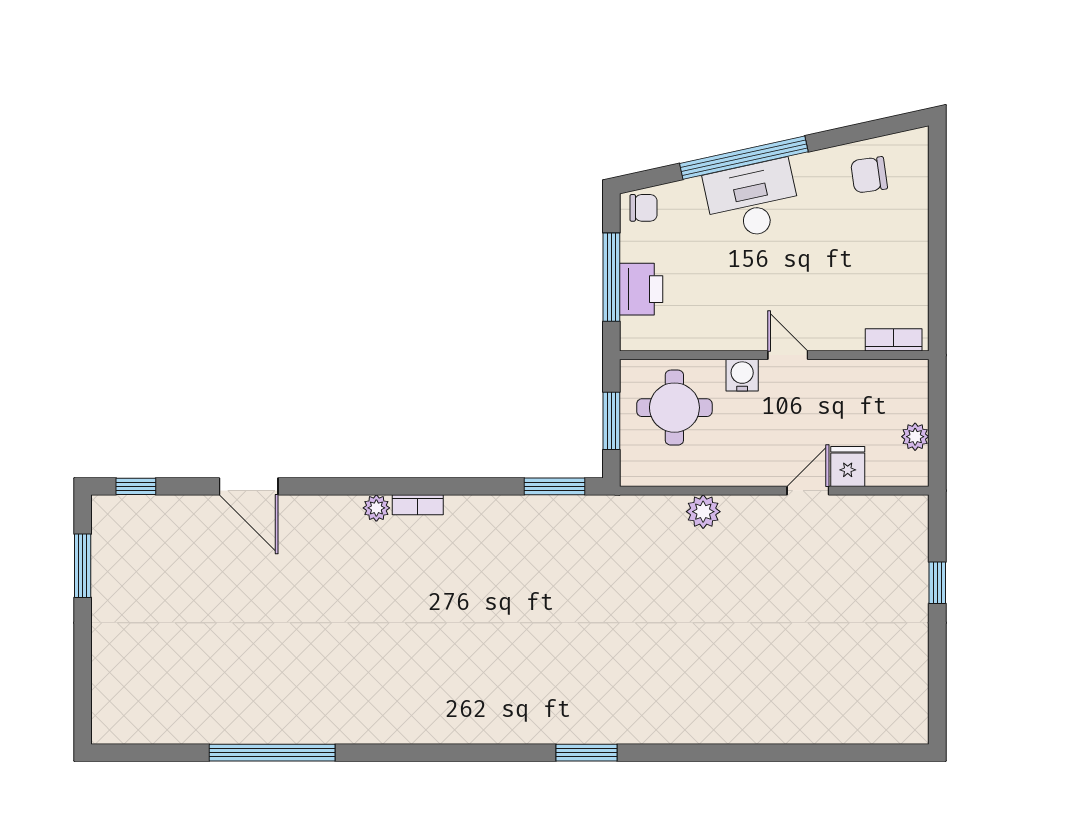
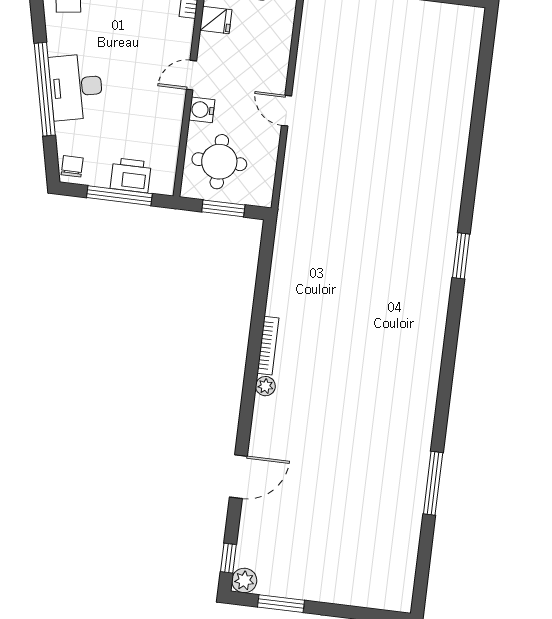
fridge: (848, 467) -> (216, 20), moved, turned 180
window: (555, 486) -> (266, 255), removed
door: (808, 491) -> (286, 111), moved
bookcase: (418, 505) -> (268, 346), width x1.56
plant: (703, 512) -> (244, 581), moved
window: (272, 753) -> (433, 483), width x0.68

